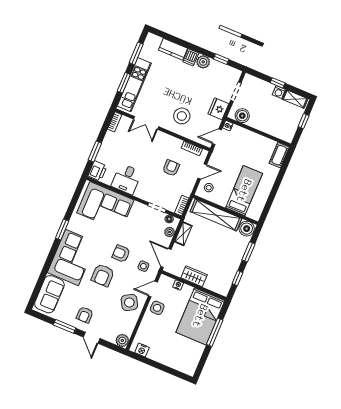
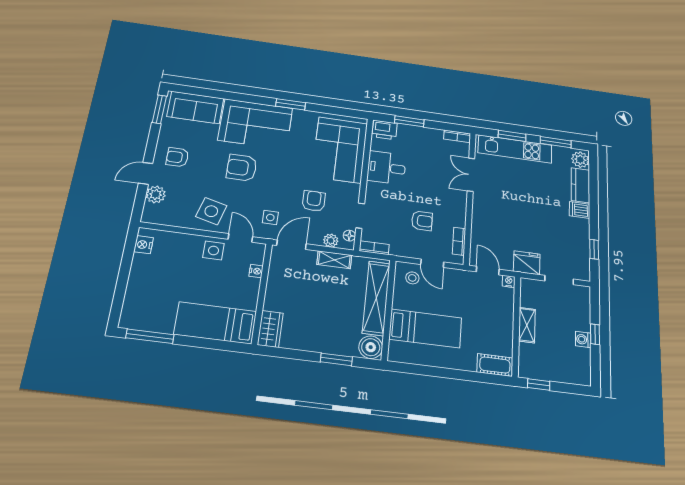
plant: (203, 62) -> (580, 160), moved
shelving: (295, 99) -> (527, 325), moved
stool: (182, 116) -> (498, 218), removed
boiler: (242, 116) -> (530, 297), removed
window: (304, 121) -> (539, 384), moved
armchair: (121, 254) -> (314, 201), moved
wardrobe: (194, 276) -> (270, 329), moved
window: (237, 278) -> (291, 354), removed
side table: (129, 303) -> (211, 211), turned 45
bed: (200, 316) -> (215, 323), width x0.67
window: (65, 326) -> (159, 109), moved
window: (215, 332) -> (150, 336), moved
plant: (122, 340) -> (156, 194), moved

